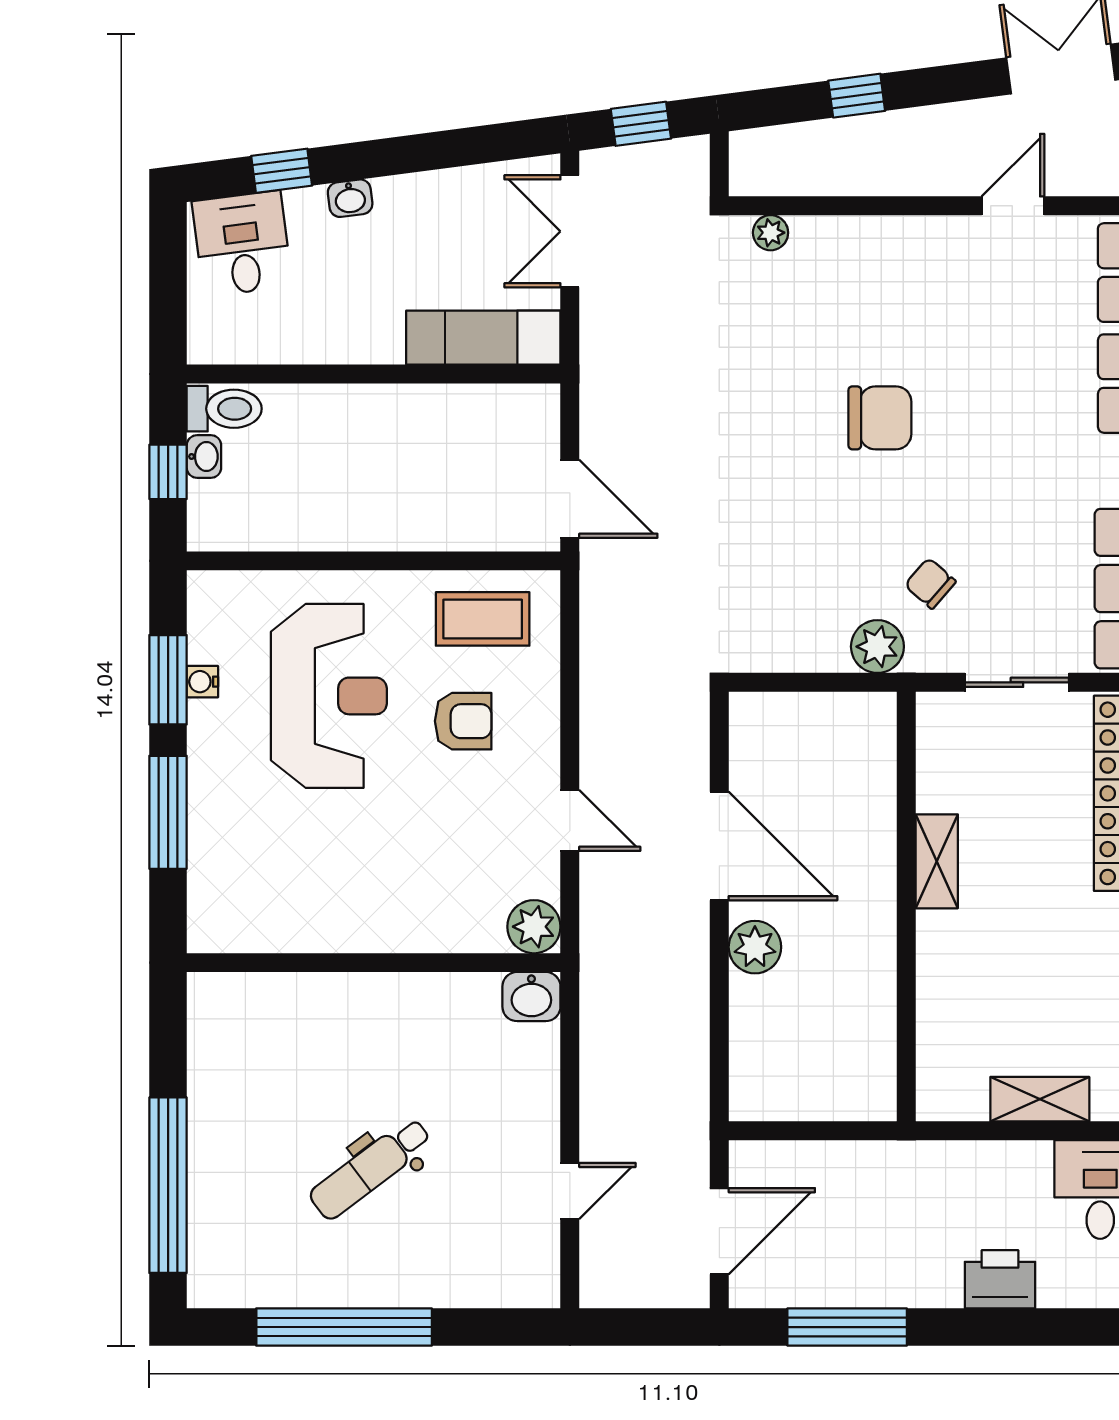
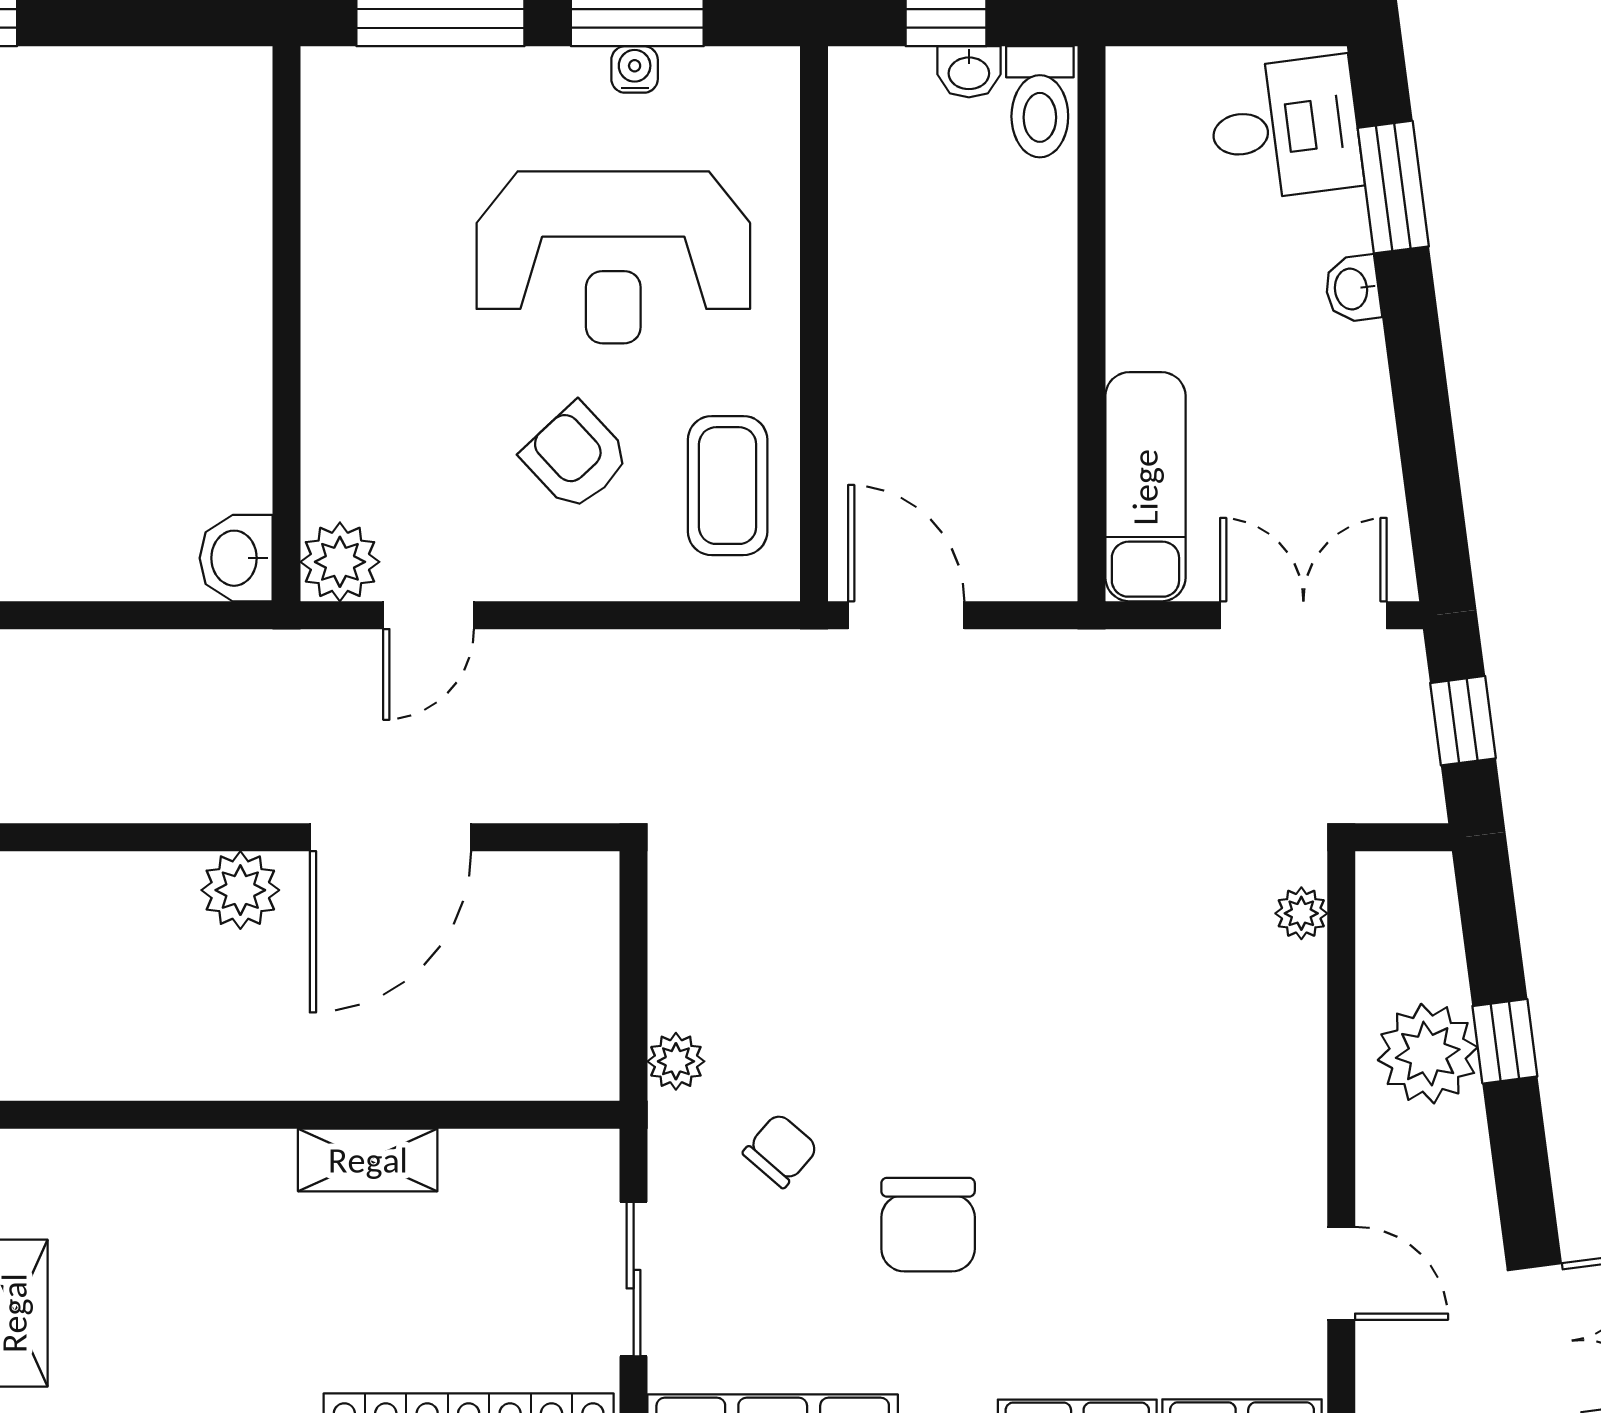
plant: (865, 148) -> (1428, 1054), added
window: (282, 171) -> (1393, 187), width x1.50
chair: (880, 418) -> (928, 1225), moved
door: (570, 499) -> (906, 615), swing flipped
plant: (877, 647) -> (676, 1061), width x0.73, depth x0.73
armchair: (463, 721) -> (576, 457), turned 137
plant: (534, 927) -> (340, 562), moved
wall: (374, 963) -> (287, 324), moved
washbasin: (531, 997) -> (236, 558), moved

